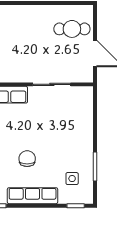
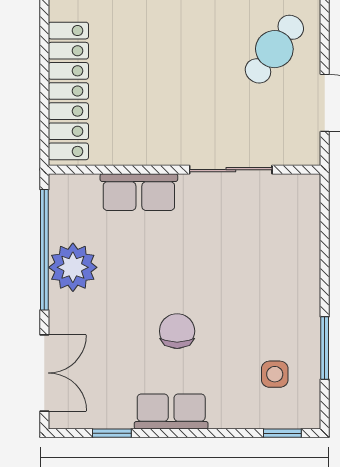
cafe table: (72, 29) -> (274, 49), turned -53
row of seats: (33, 196) -> (171, 411), width x0.68

